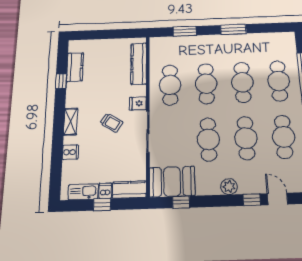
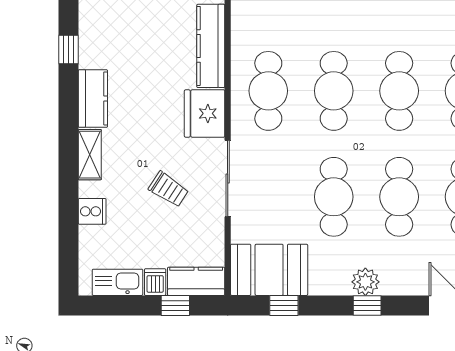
kitchen counter: (75, 67) -> (93, 98), moved
window: (61, 81) -> (69, 50), moved
fridge: (138, 103) -> (205, 113), width x1.88, depth x1.34
trolley: (111, 123) -> (169, 189), moved
window: (252, 200) -> (367, 305), moved
window: (102, 205) -> (175, 305), moved

